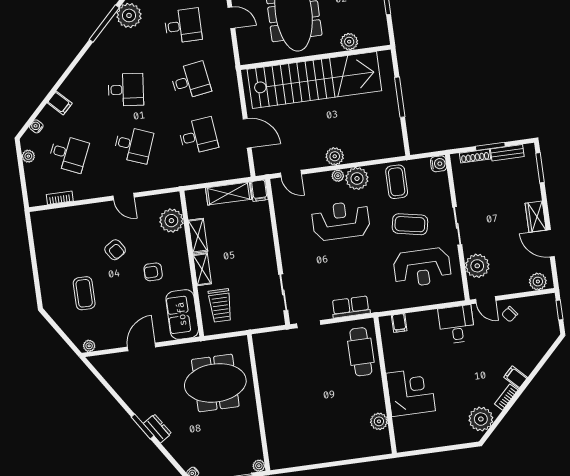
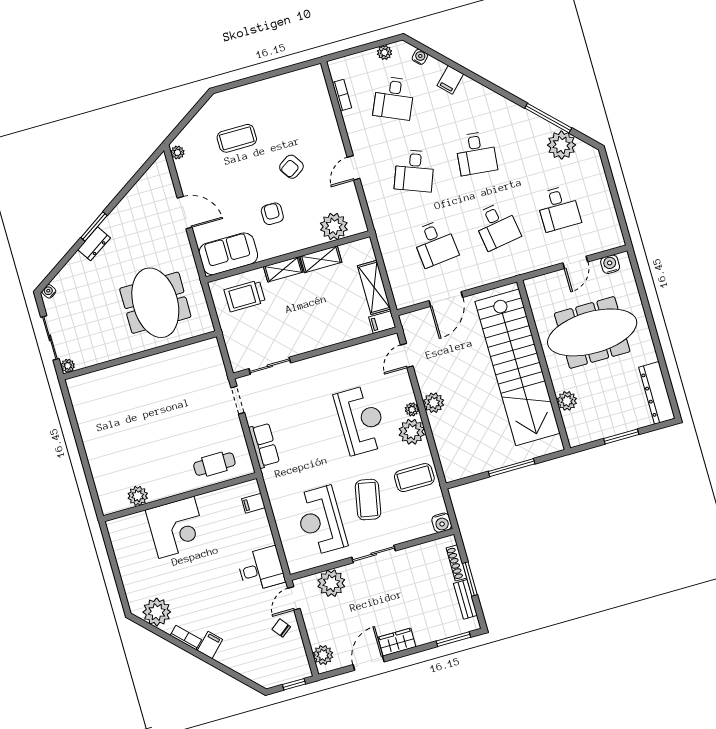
cafe table: (361, 352) -> (214, 464), width x0.73, depth x0.74

